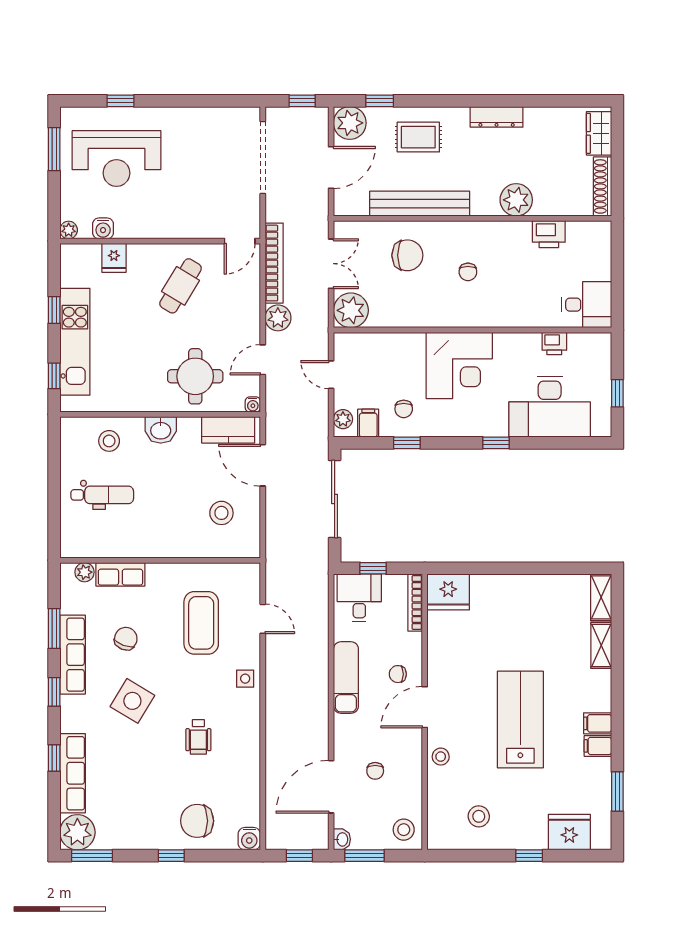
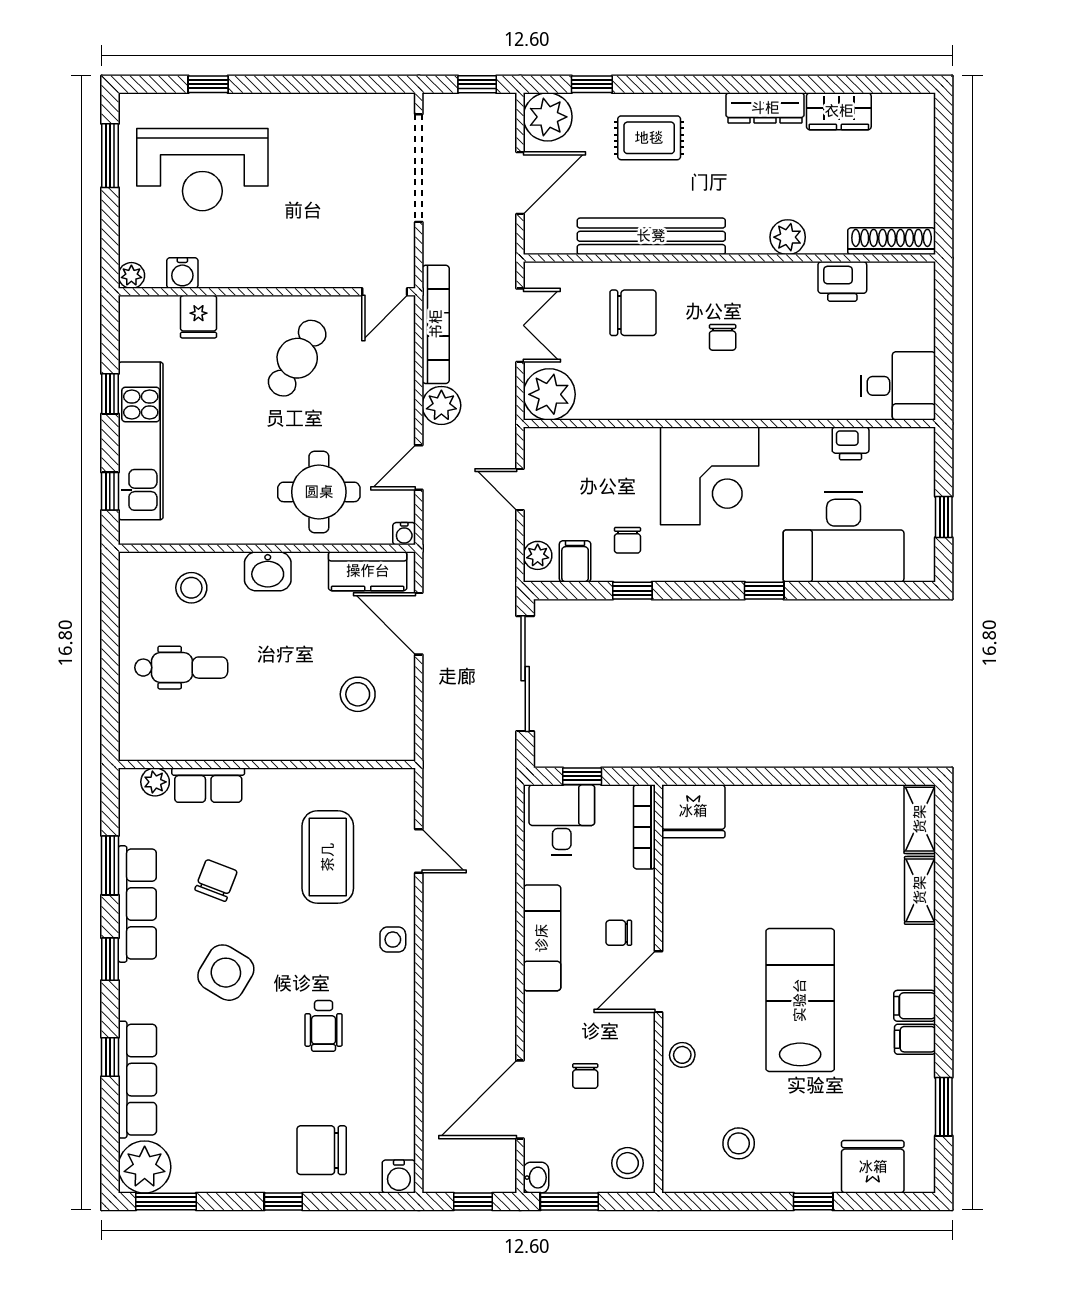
wardrobe: (599, 133) -> (839, 111), moved, turned -90
shoe rack: (602, 186) -> (892, 241), moved, turned 90
plant: (516, 200) -> (788, 237), width x0.73, depth x0.73

